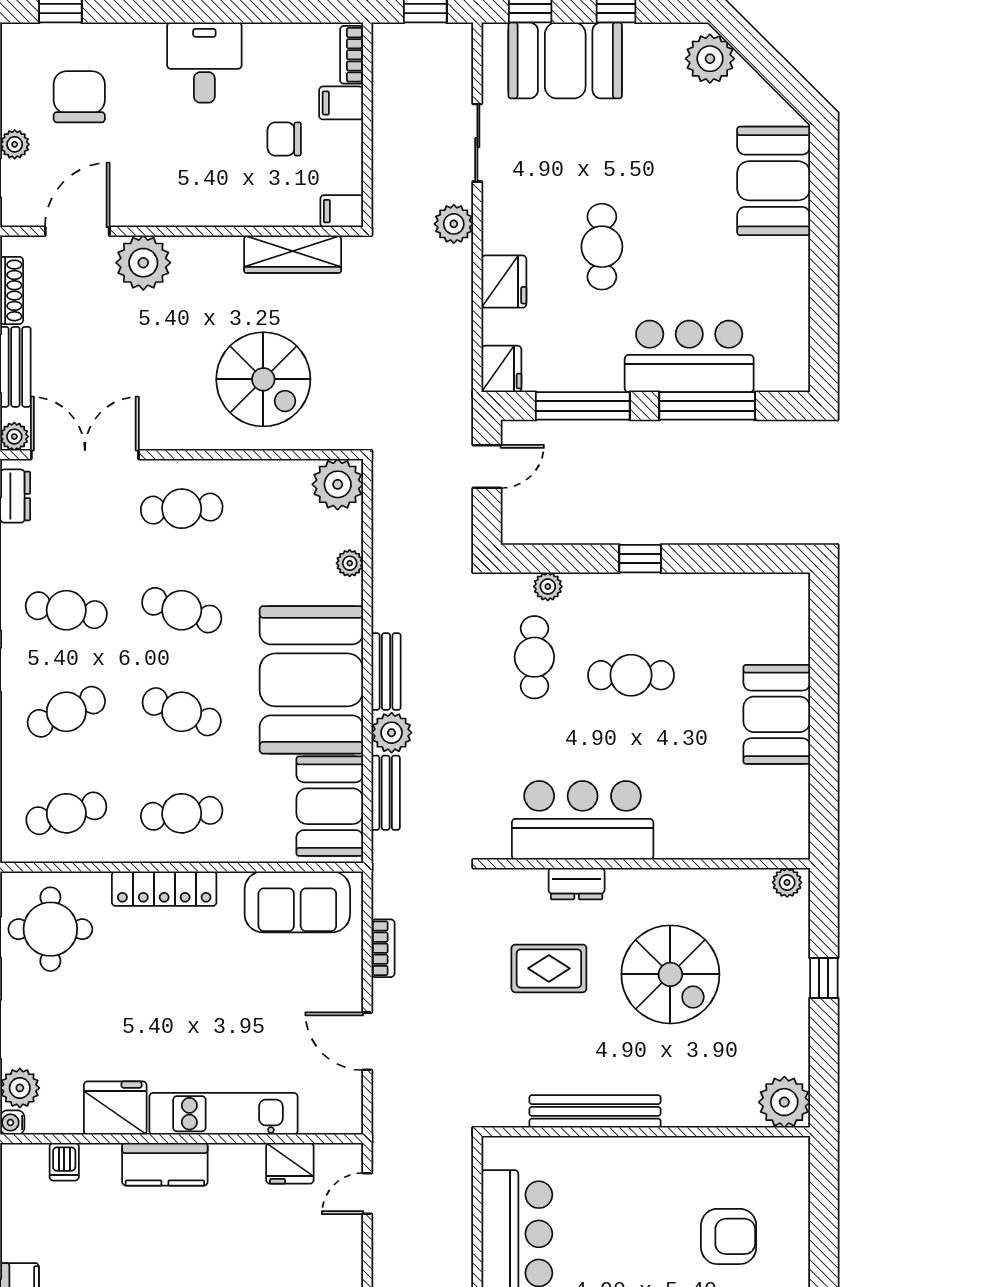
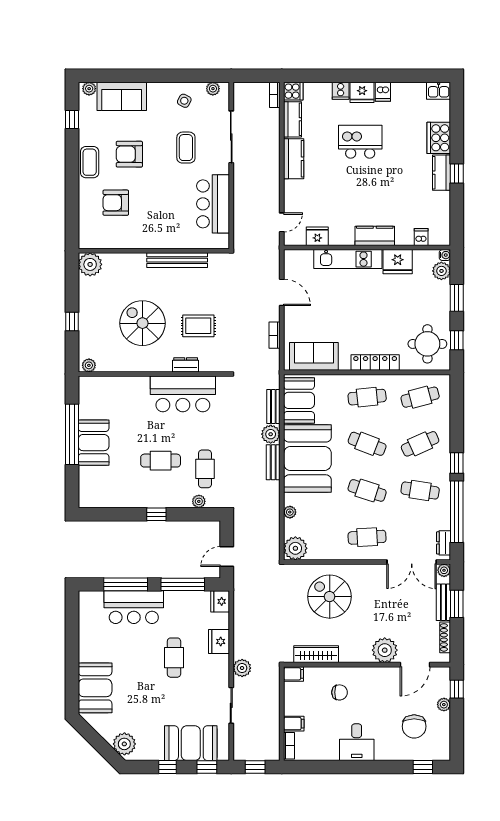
chair: (284, 139) -> (339, 692), moved
window: (824, 732) -> (72, 434), added

